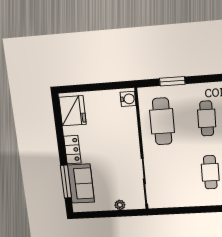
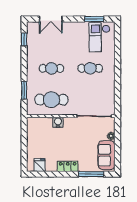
water cooler: (128, 99) -> (58, 122), moved
fridge: (73, 111) -> (40, 165), width x0.53, depth x0.75
sofa: (81, 184) -> (107, 155), moved, turned -90

